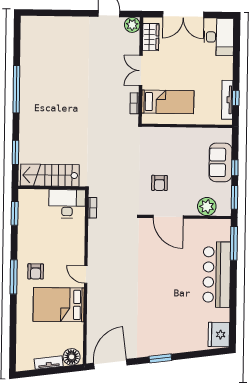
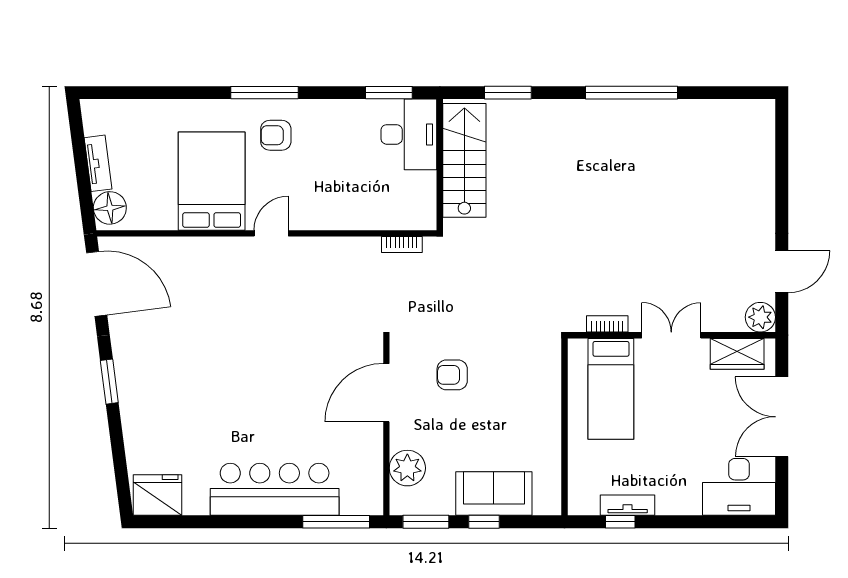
tv unit: (227, 100) -> (628, 505), width x0.71
desk: (67, 204) -> (409, 134), moved

